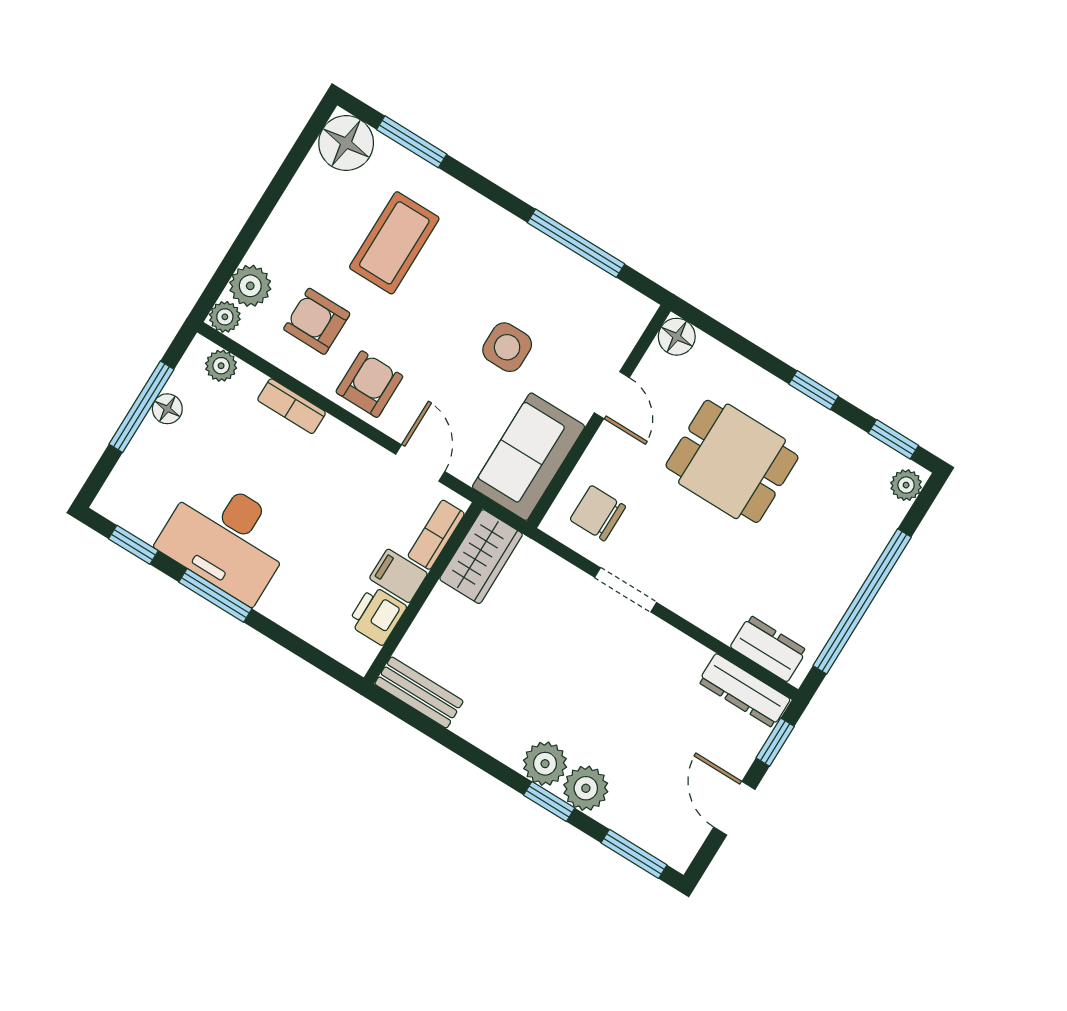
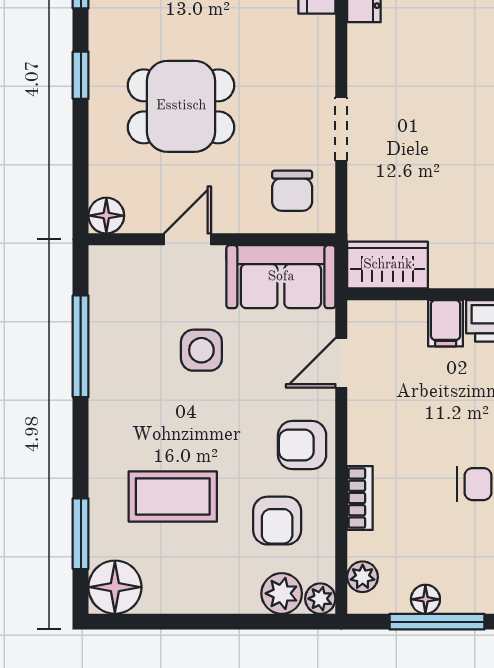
dining table: (732, 461) -> (181, 106), turned 90
bookcase: (436, 535) -> (392, 313), removed

